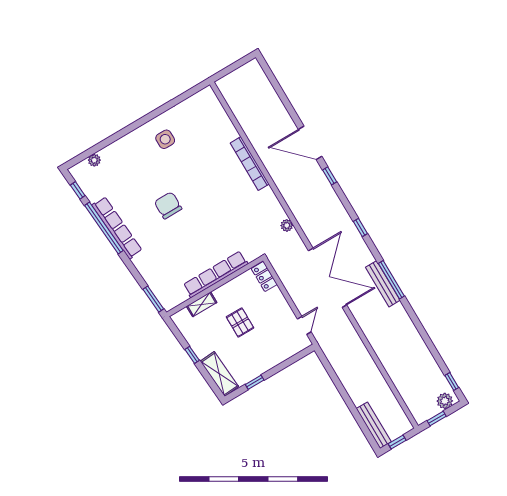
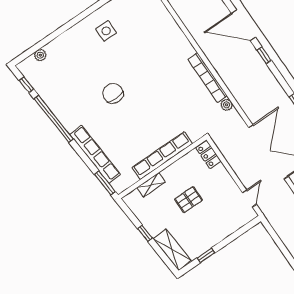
bookcase: (250, 163) -> (208, 78), moved
row of seats: (117, 228) -> (95, 154), moved
pallet: (240, 322) -> (188, 200), turned 90

